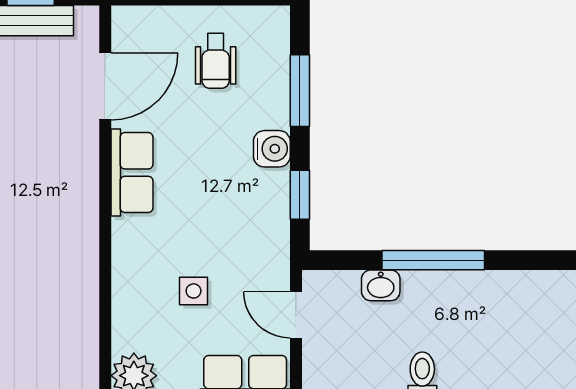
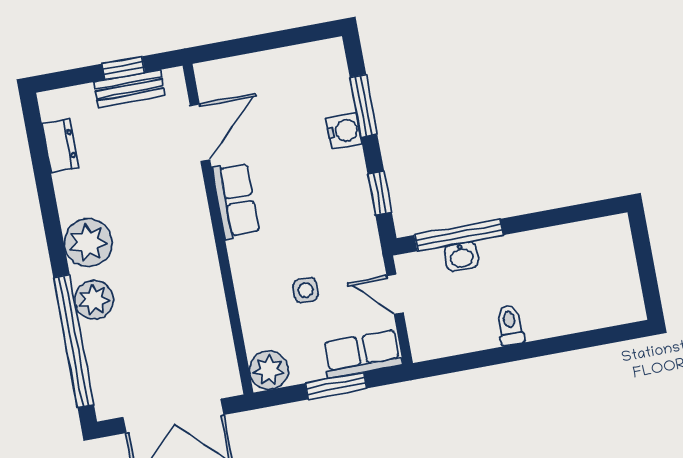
wheelchair: (216, 61) -> (288, 94), removed
water cooler: (272, 149) -> (344, 131), moved
window: (433, 260) -> (459, 235), moved

